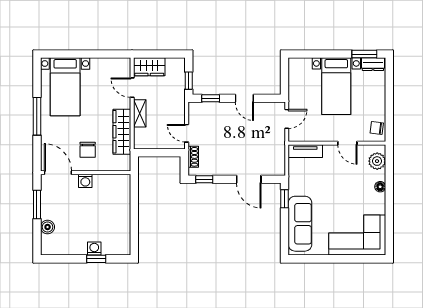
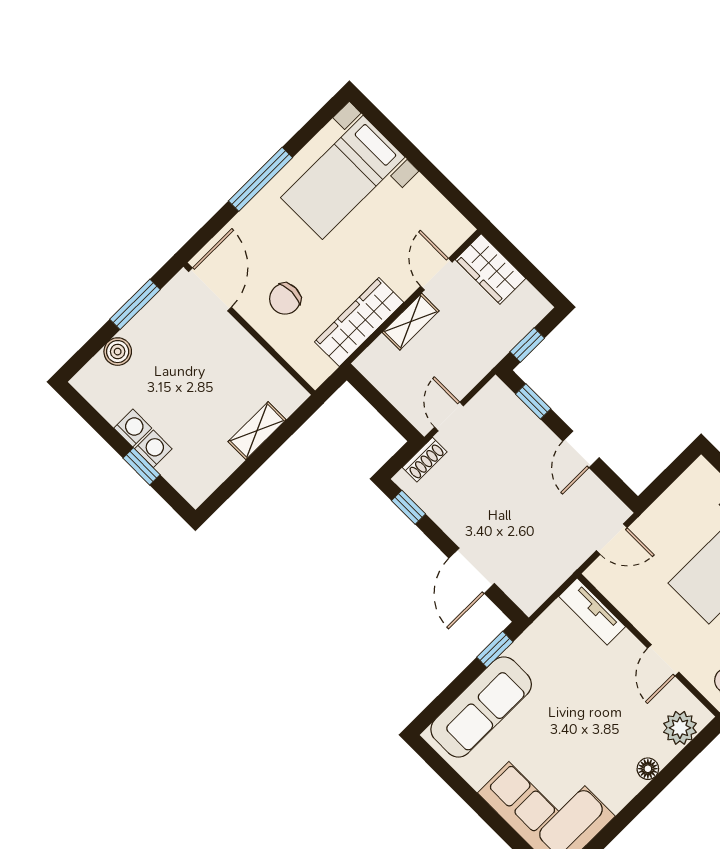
washing machine: (85, 181) -> (133, 428), moved, turned 180
shelving: (124, 206) -> (257, 431), added

